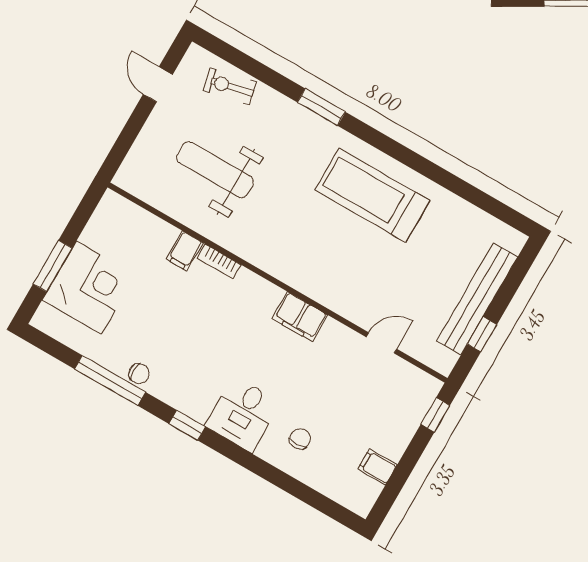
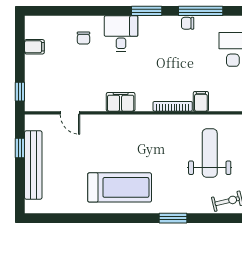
weight bench: (215, 170) -> (210, 153), turned -90
bookcase: (219, 261) -> (173, 106), width x1.56
door: (381, 343) -> (70, 113), hinge flipped
window: (187, 425) -> (147, 11), width x1.50

